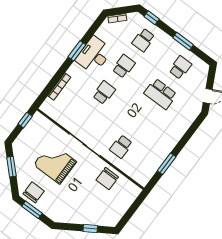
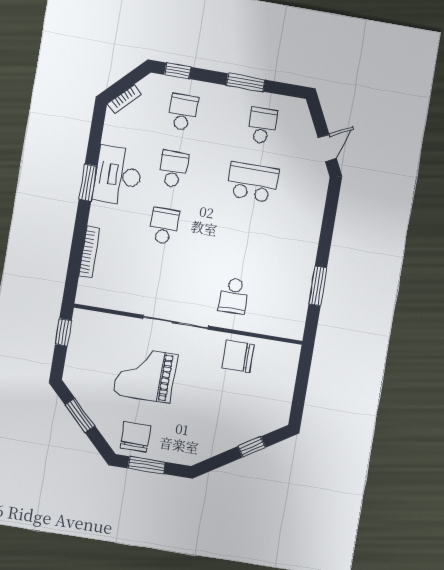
school desk: (143, 40) -> (183, 112), turned 180
school desk: (161, 94) -> (253, 182), turned 180
chair: (107, 179) -> (238, 356), turned 90

